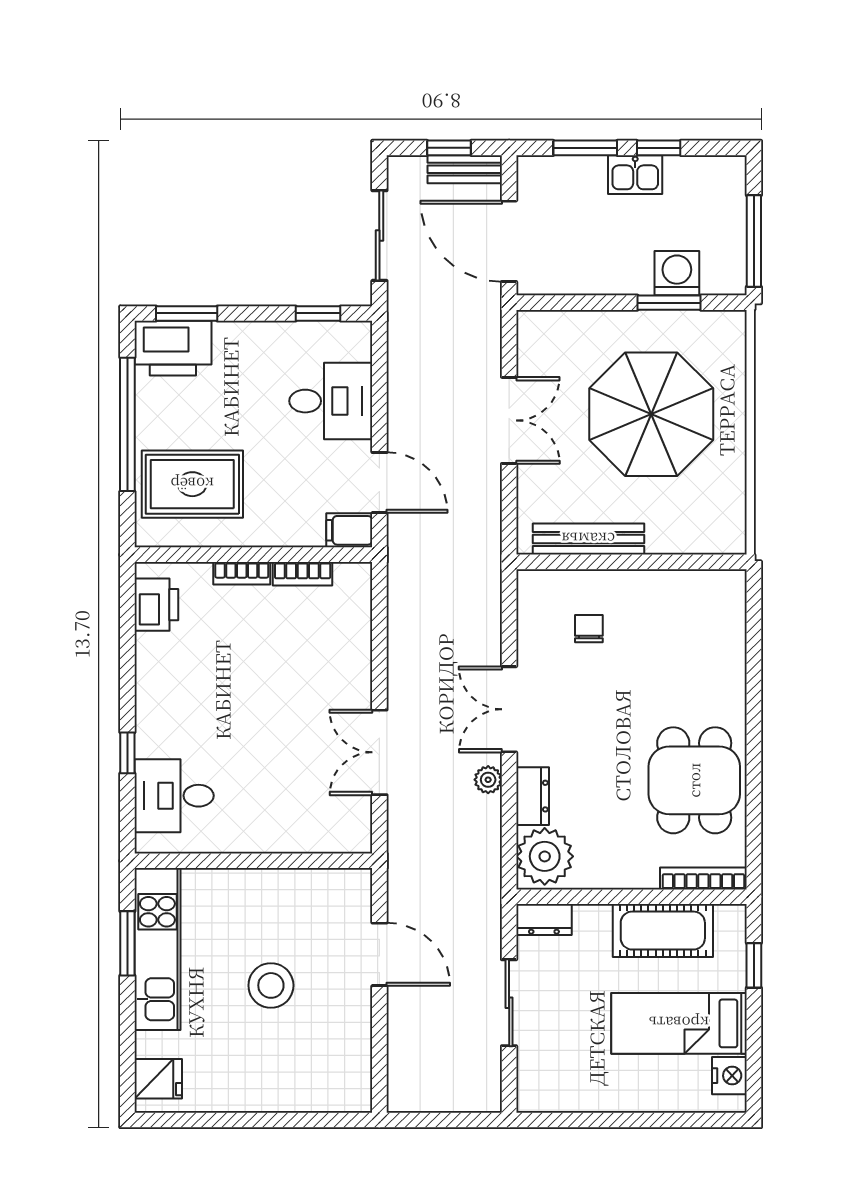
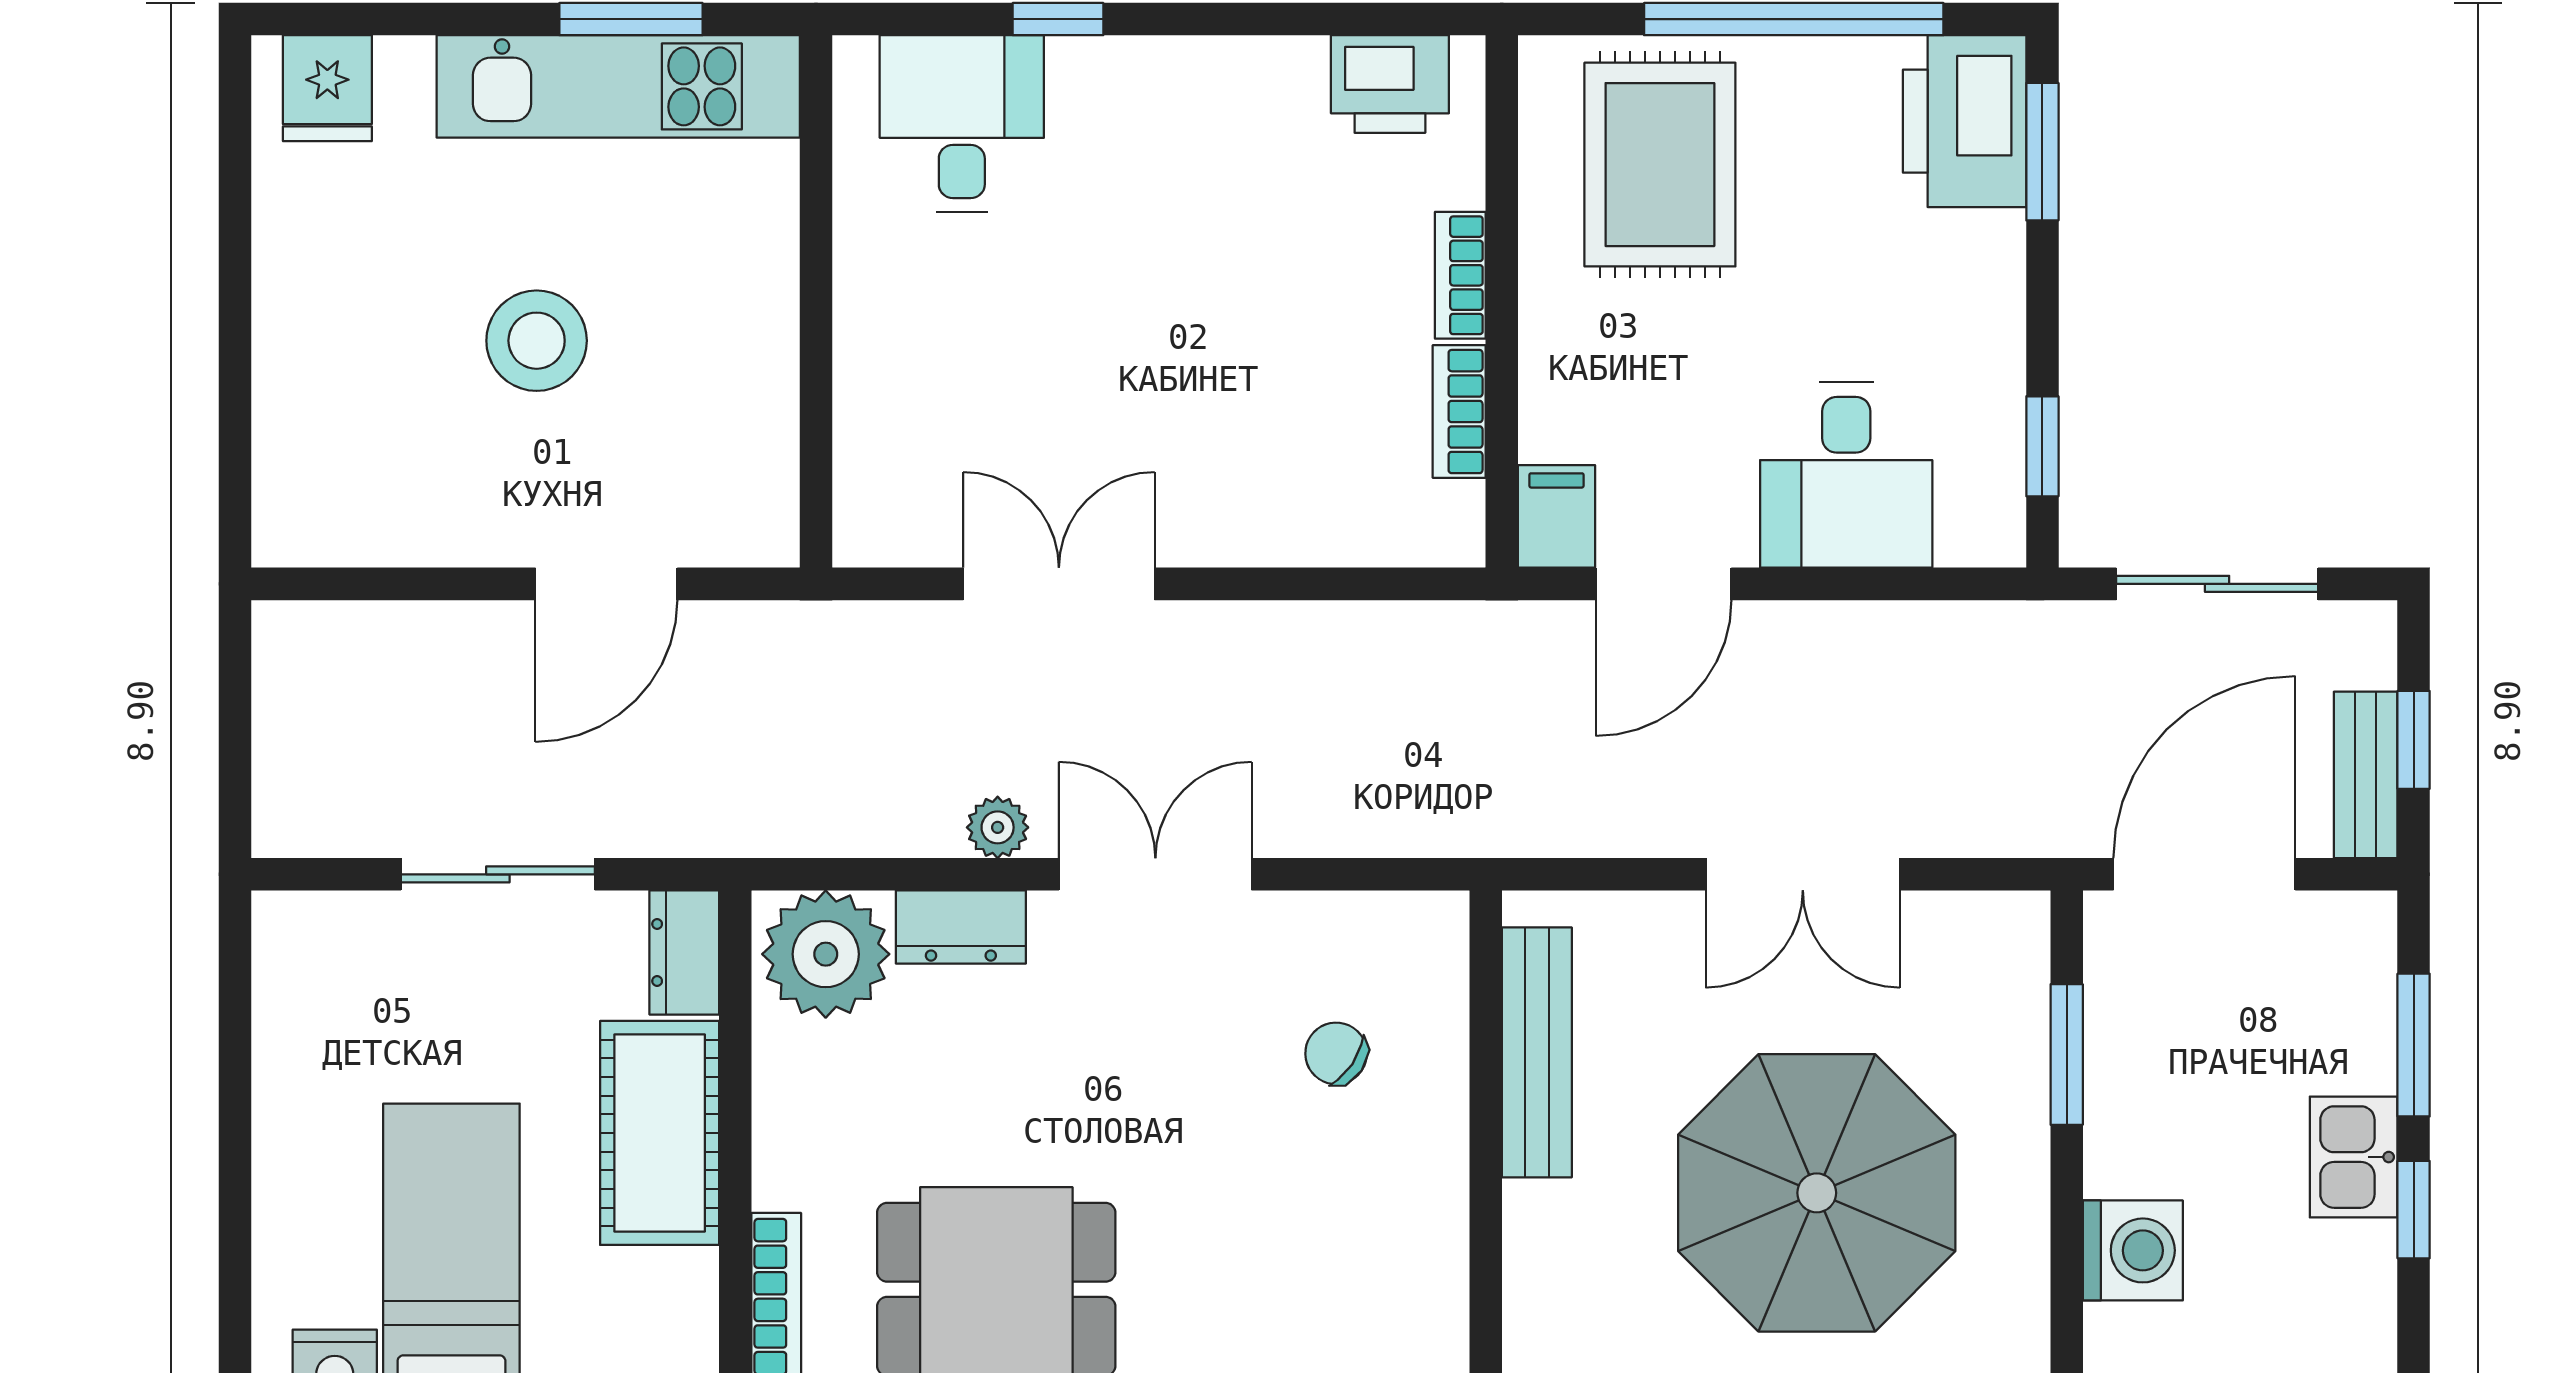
window: (669, 303) -> (2067, 1055), moved
chair: (589, 629) -> (1336, 1053), turned -146
cot: (663, 931) -> (660, 1133), moved

